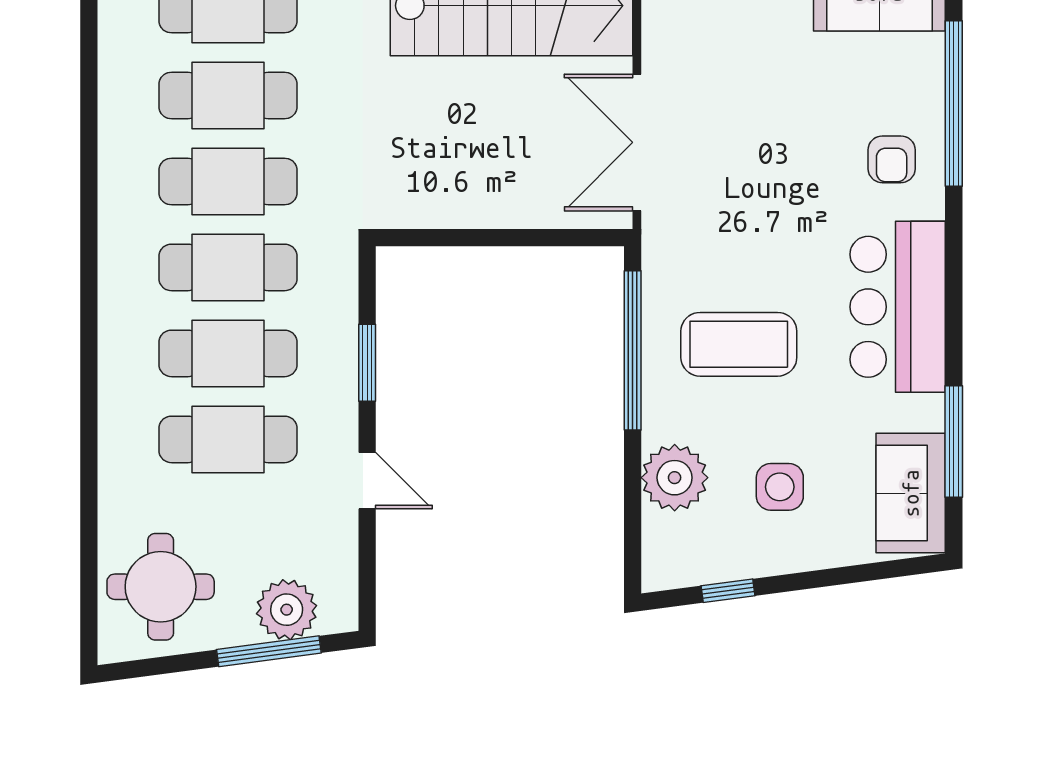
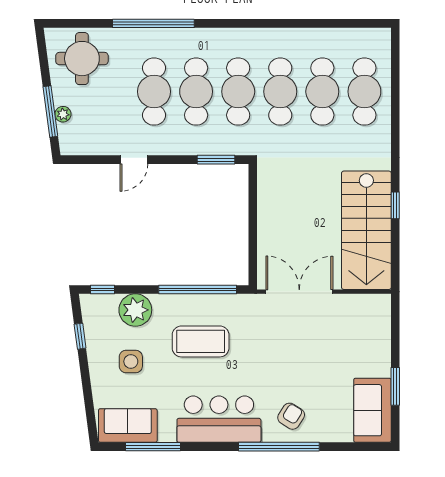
window: (954, 104) -> (279, 447), moved
armchair: (892, 159) -> (291, 416), turned 122
coffee table: (739, 344) -> (201, 341), turned 90
window: (367, 363) -> (216, 160), moved
window: (89, 441) -> (153, 23), added
window: (633, 545) -> (102, 290), added
plant: (287, 610) -> (63, 114), width x0.53, depth x0.53

